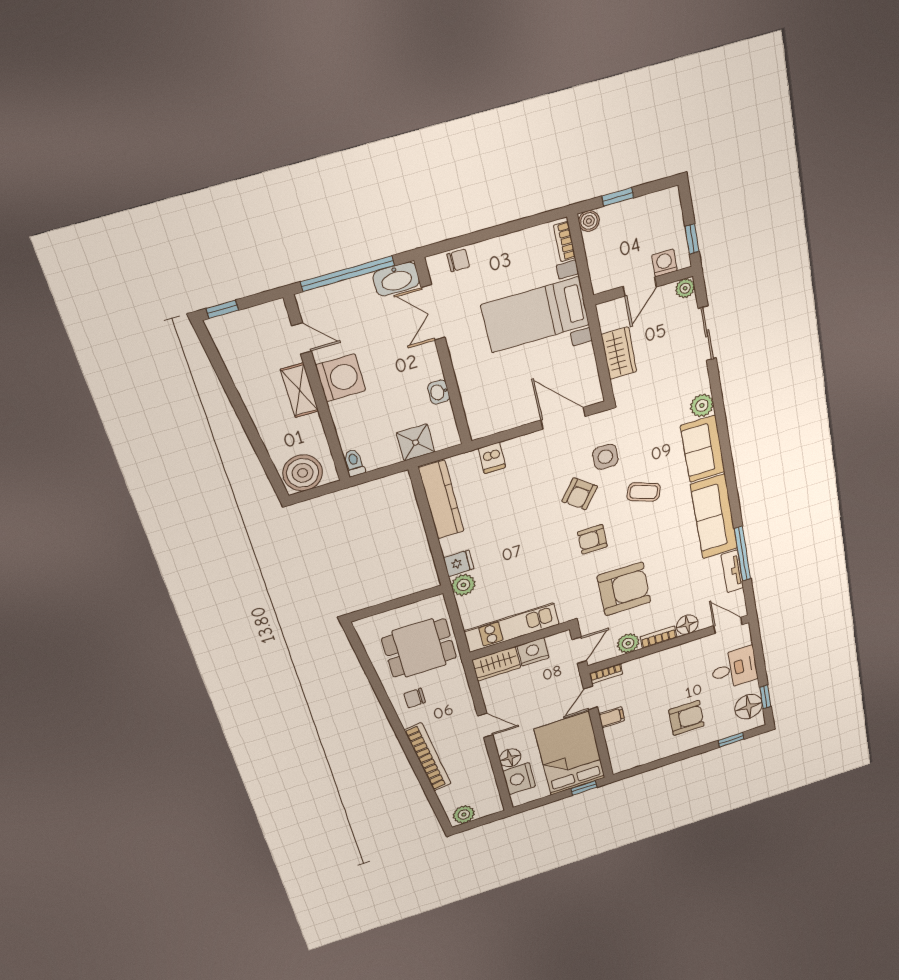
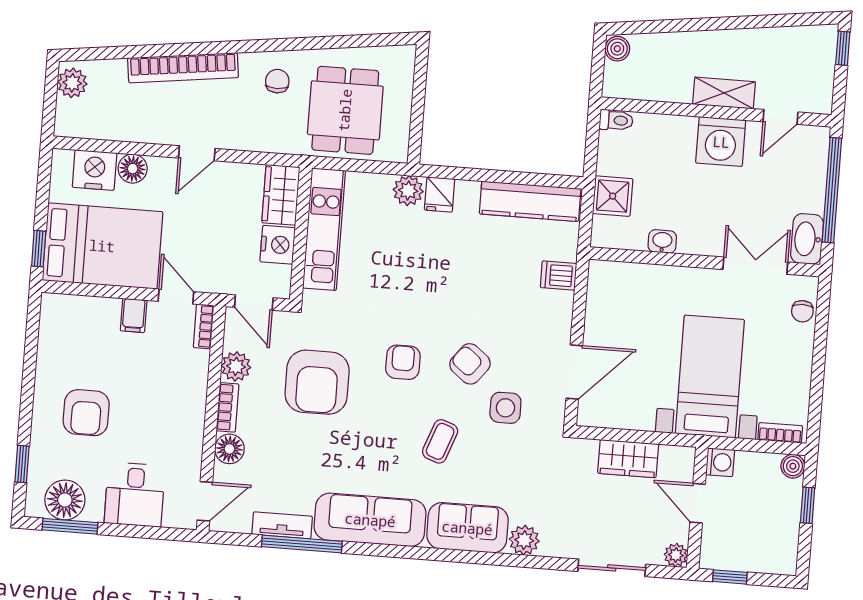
washing machine: (664, 263) -> (720, 462), moved
boiler: (303, 473) -> (617, 49), width x0.54, depth x0.54
window: (765, 697) -> (70, 526), width x1.50

